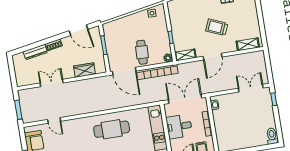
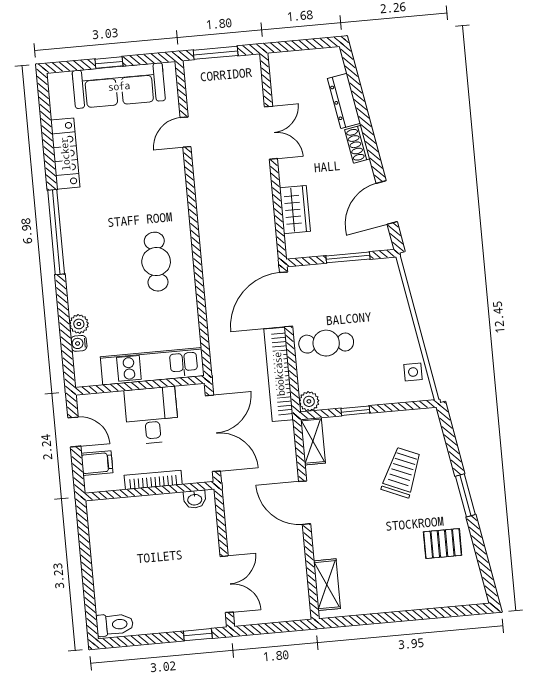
trolley: (217, 27) -> (402, 472), moved
cafe table: (112, 129) -> (156, 262), width x0.73, depth x0.74

